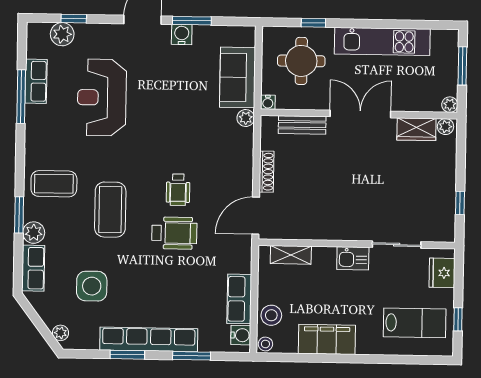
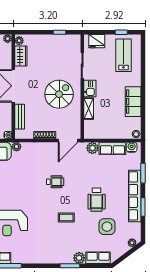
coffee table: (54, 184) -> (53, 248), removed
spiral stairs: (343, 200) -> (59, 94), added
coffee table: (110, 210) -> (66, 218), width x0.54, depth x0.58
door: (256, 216) -> (68, 140), hinge flipped
wheelchair: (174, 233) -> (97, 200), moved, turned 180
shelving: (291, 255) -> (89, 109), moved
plant: (241, 261) -> (92, 148), added
stool: (271, 315) -> (121, 131), removed

